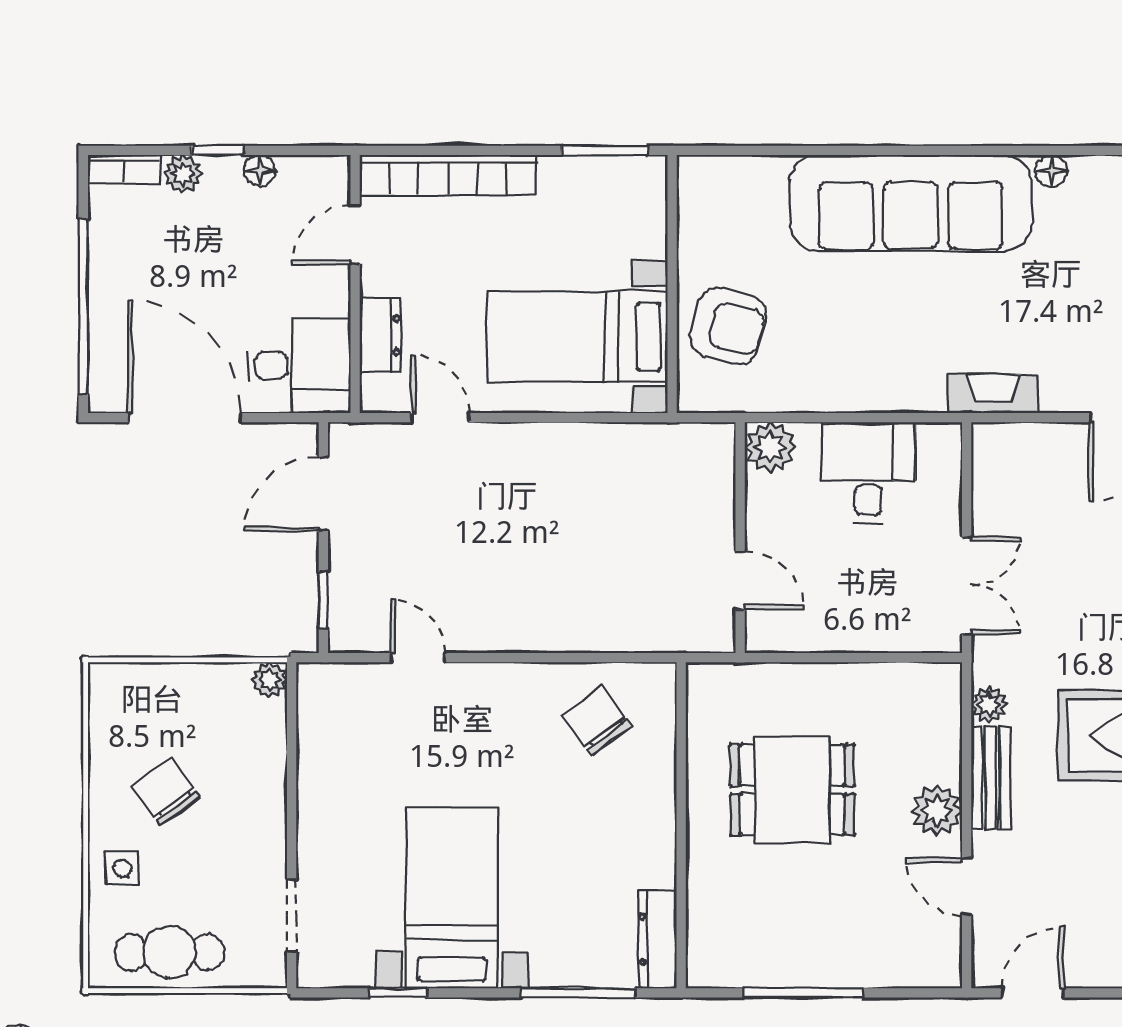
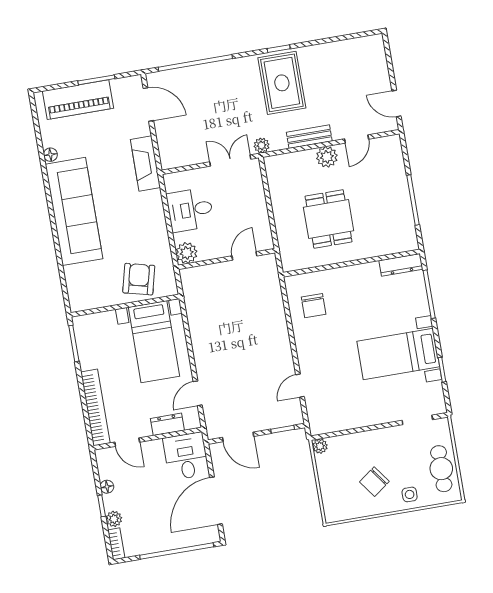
fireplace: (993, 394) -> (145, 163), width x1.37, depth x1.32
plant: (989, 705) -> (262, 145), moved
chair: (598, 721) -> (314, 306), turned -54

